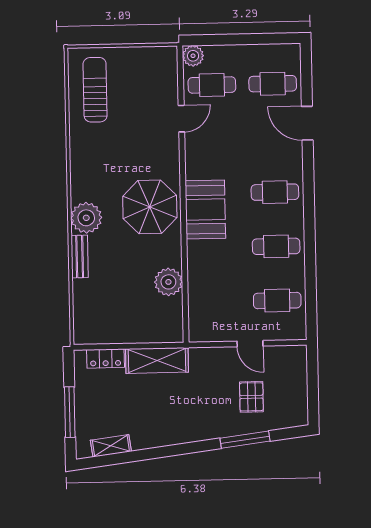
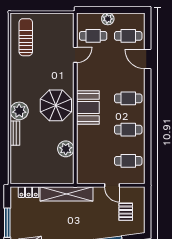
plant: (193, 56) -> (108, 19), moved
shelving: (157, 360) -> (67, 194), width x1.47
pallet: (251, 397) -> (126, 212), moved

